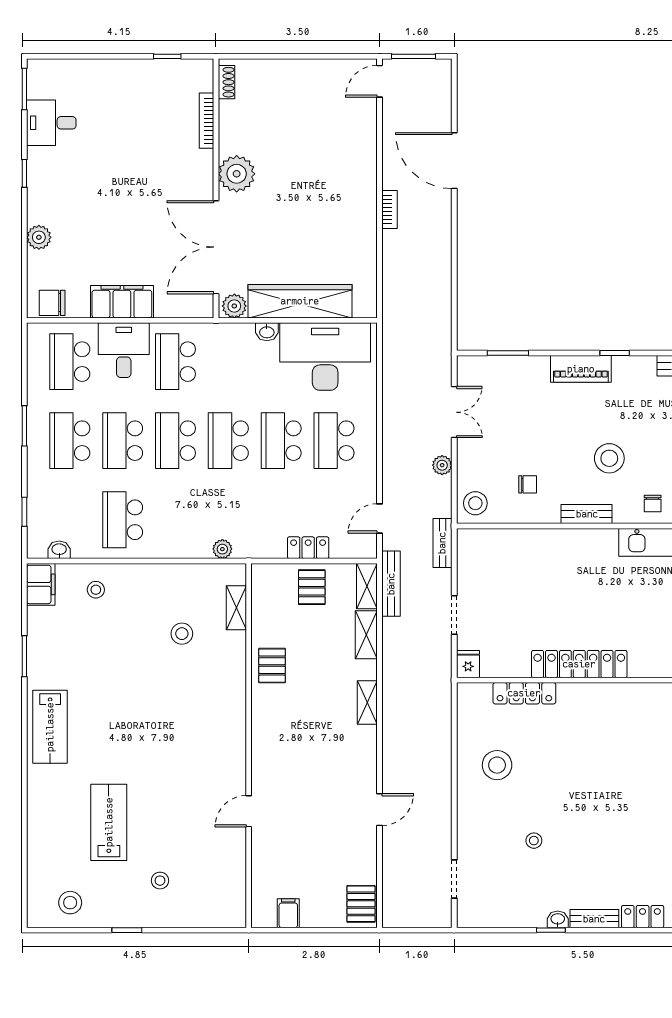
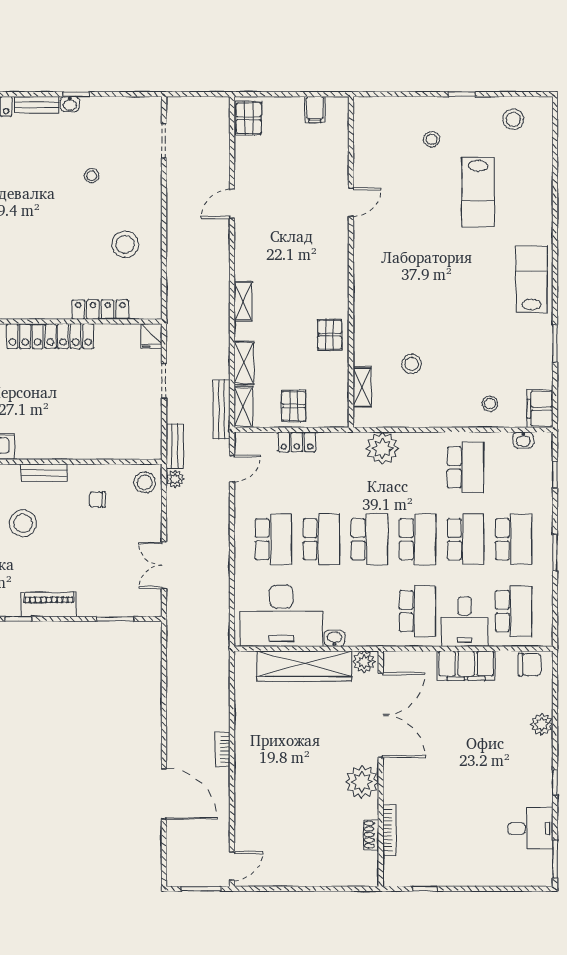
shoe rack: (226, 82) -> (371, 835), moved
plant: (442, 465) -> (175, 479), moved
plant: (222, 549) -> (382, 448), width x1.88, depth x1.88

